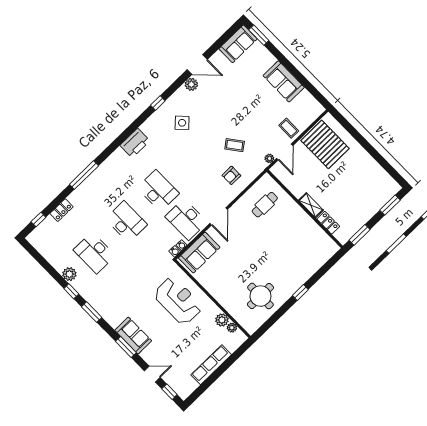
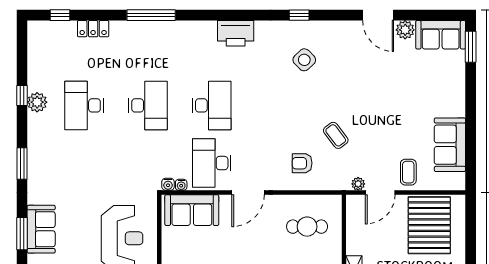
sofa: (284, 81) -> (450, 145), moved
plant: (191, 84) -> (405, 30), moved
window: (71, 291) -> (22, 96), moved

